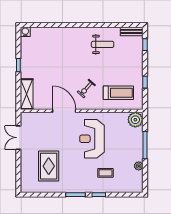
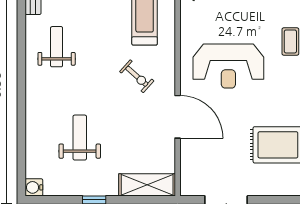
weight bench: (53, 57) -> (80, 138), added
door: (64, 111) -> (178, 117), swing flipped

